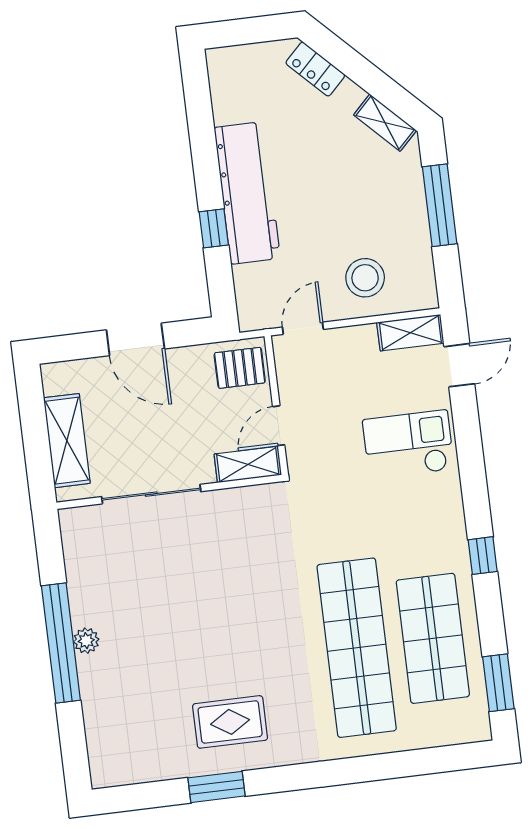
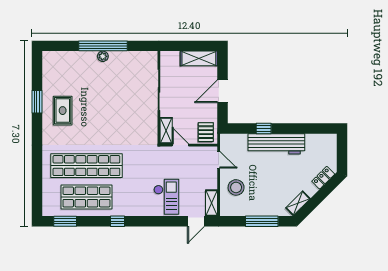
door: (459, 365) -> (196, 221), hinge flipped
shelving: (67, 441) -> (199, 58), moved

